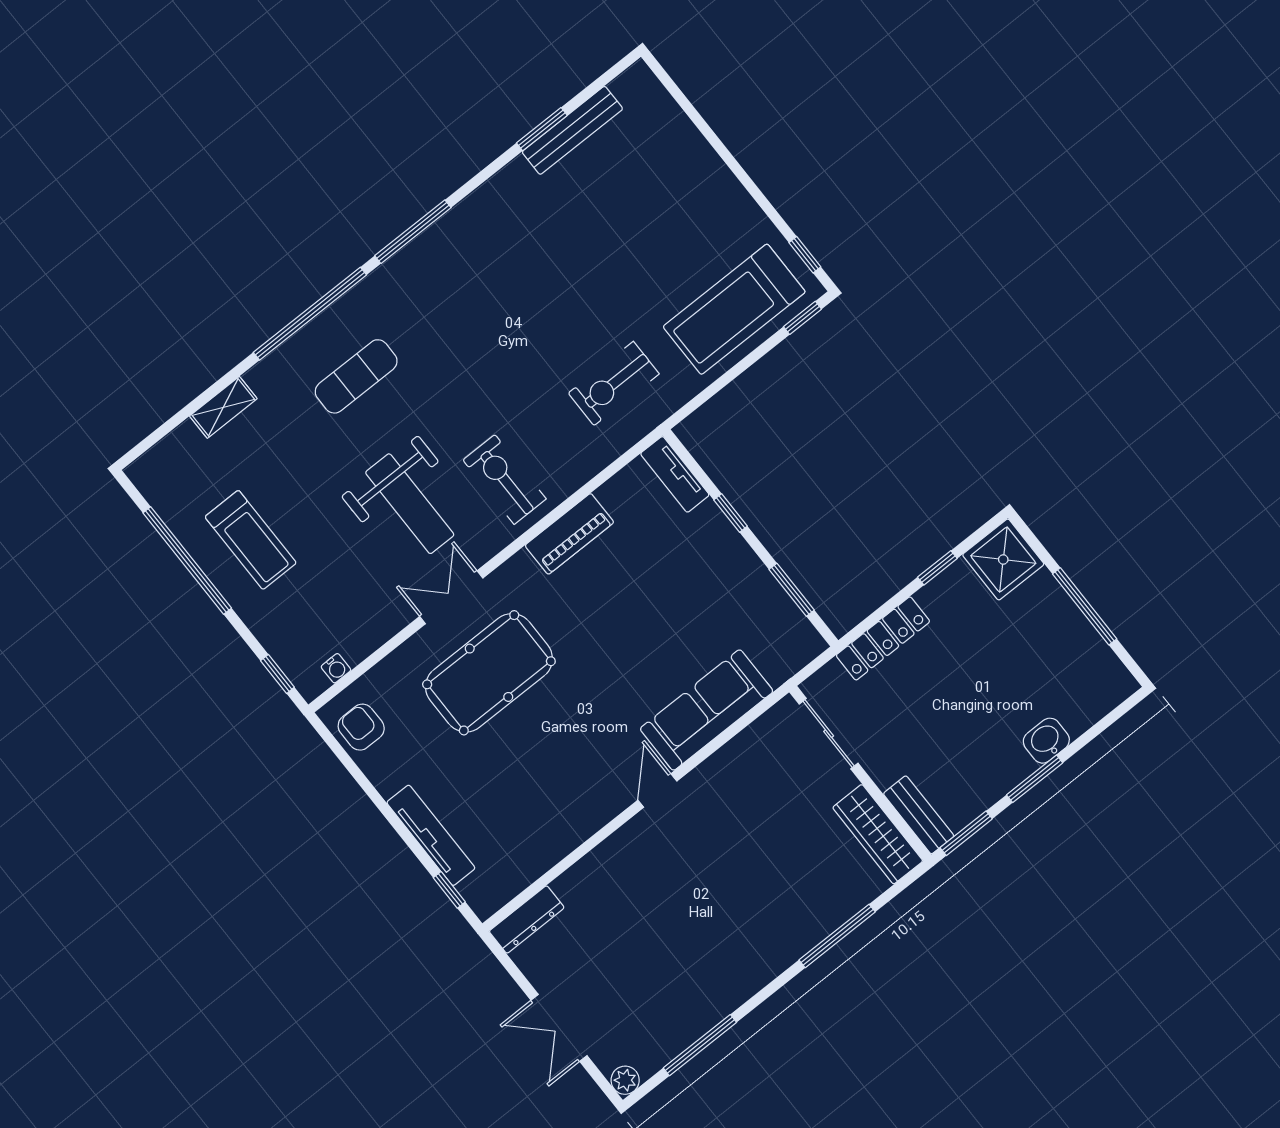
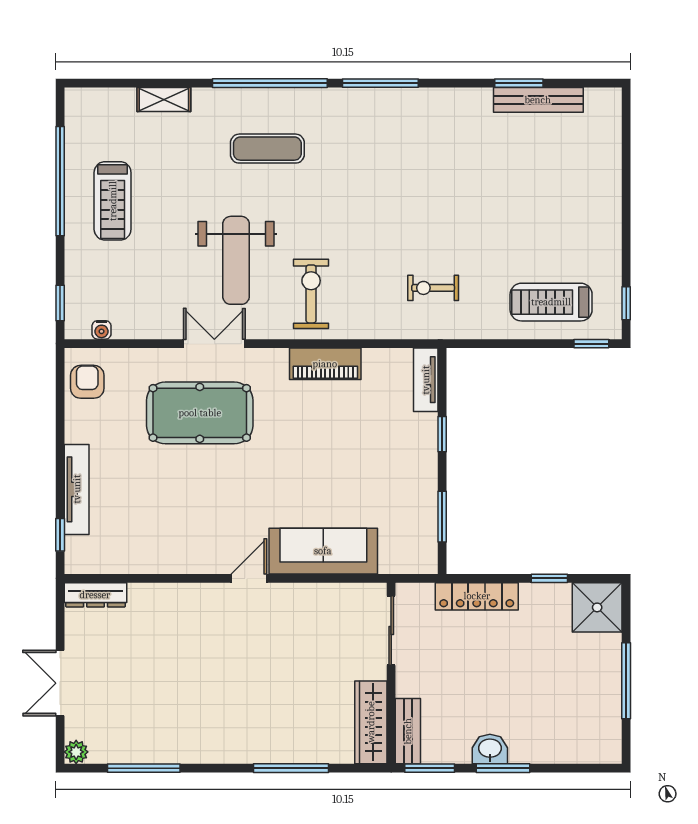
treadmill: (734, 309) -> (551, 302), width x0.73, depth x0.73
exercise bike: (614, 383) -> (433, 288), width x0.73, depth x0.72
washbasin: (1046, 741) -> (490, 749), moved

